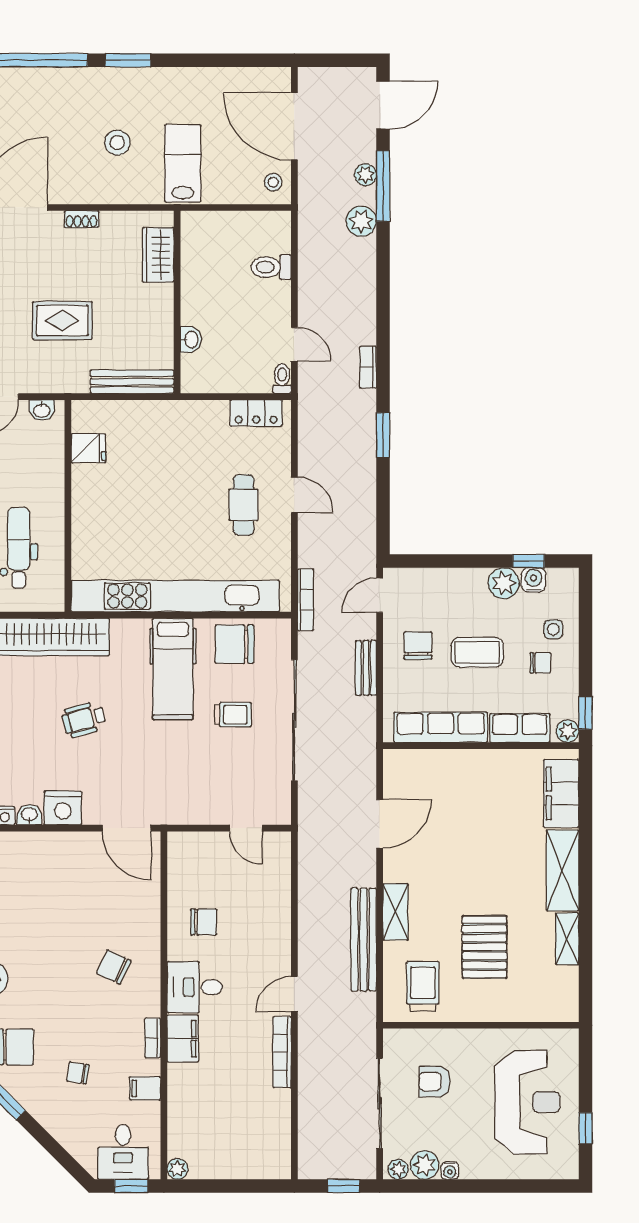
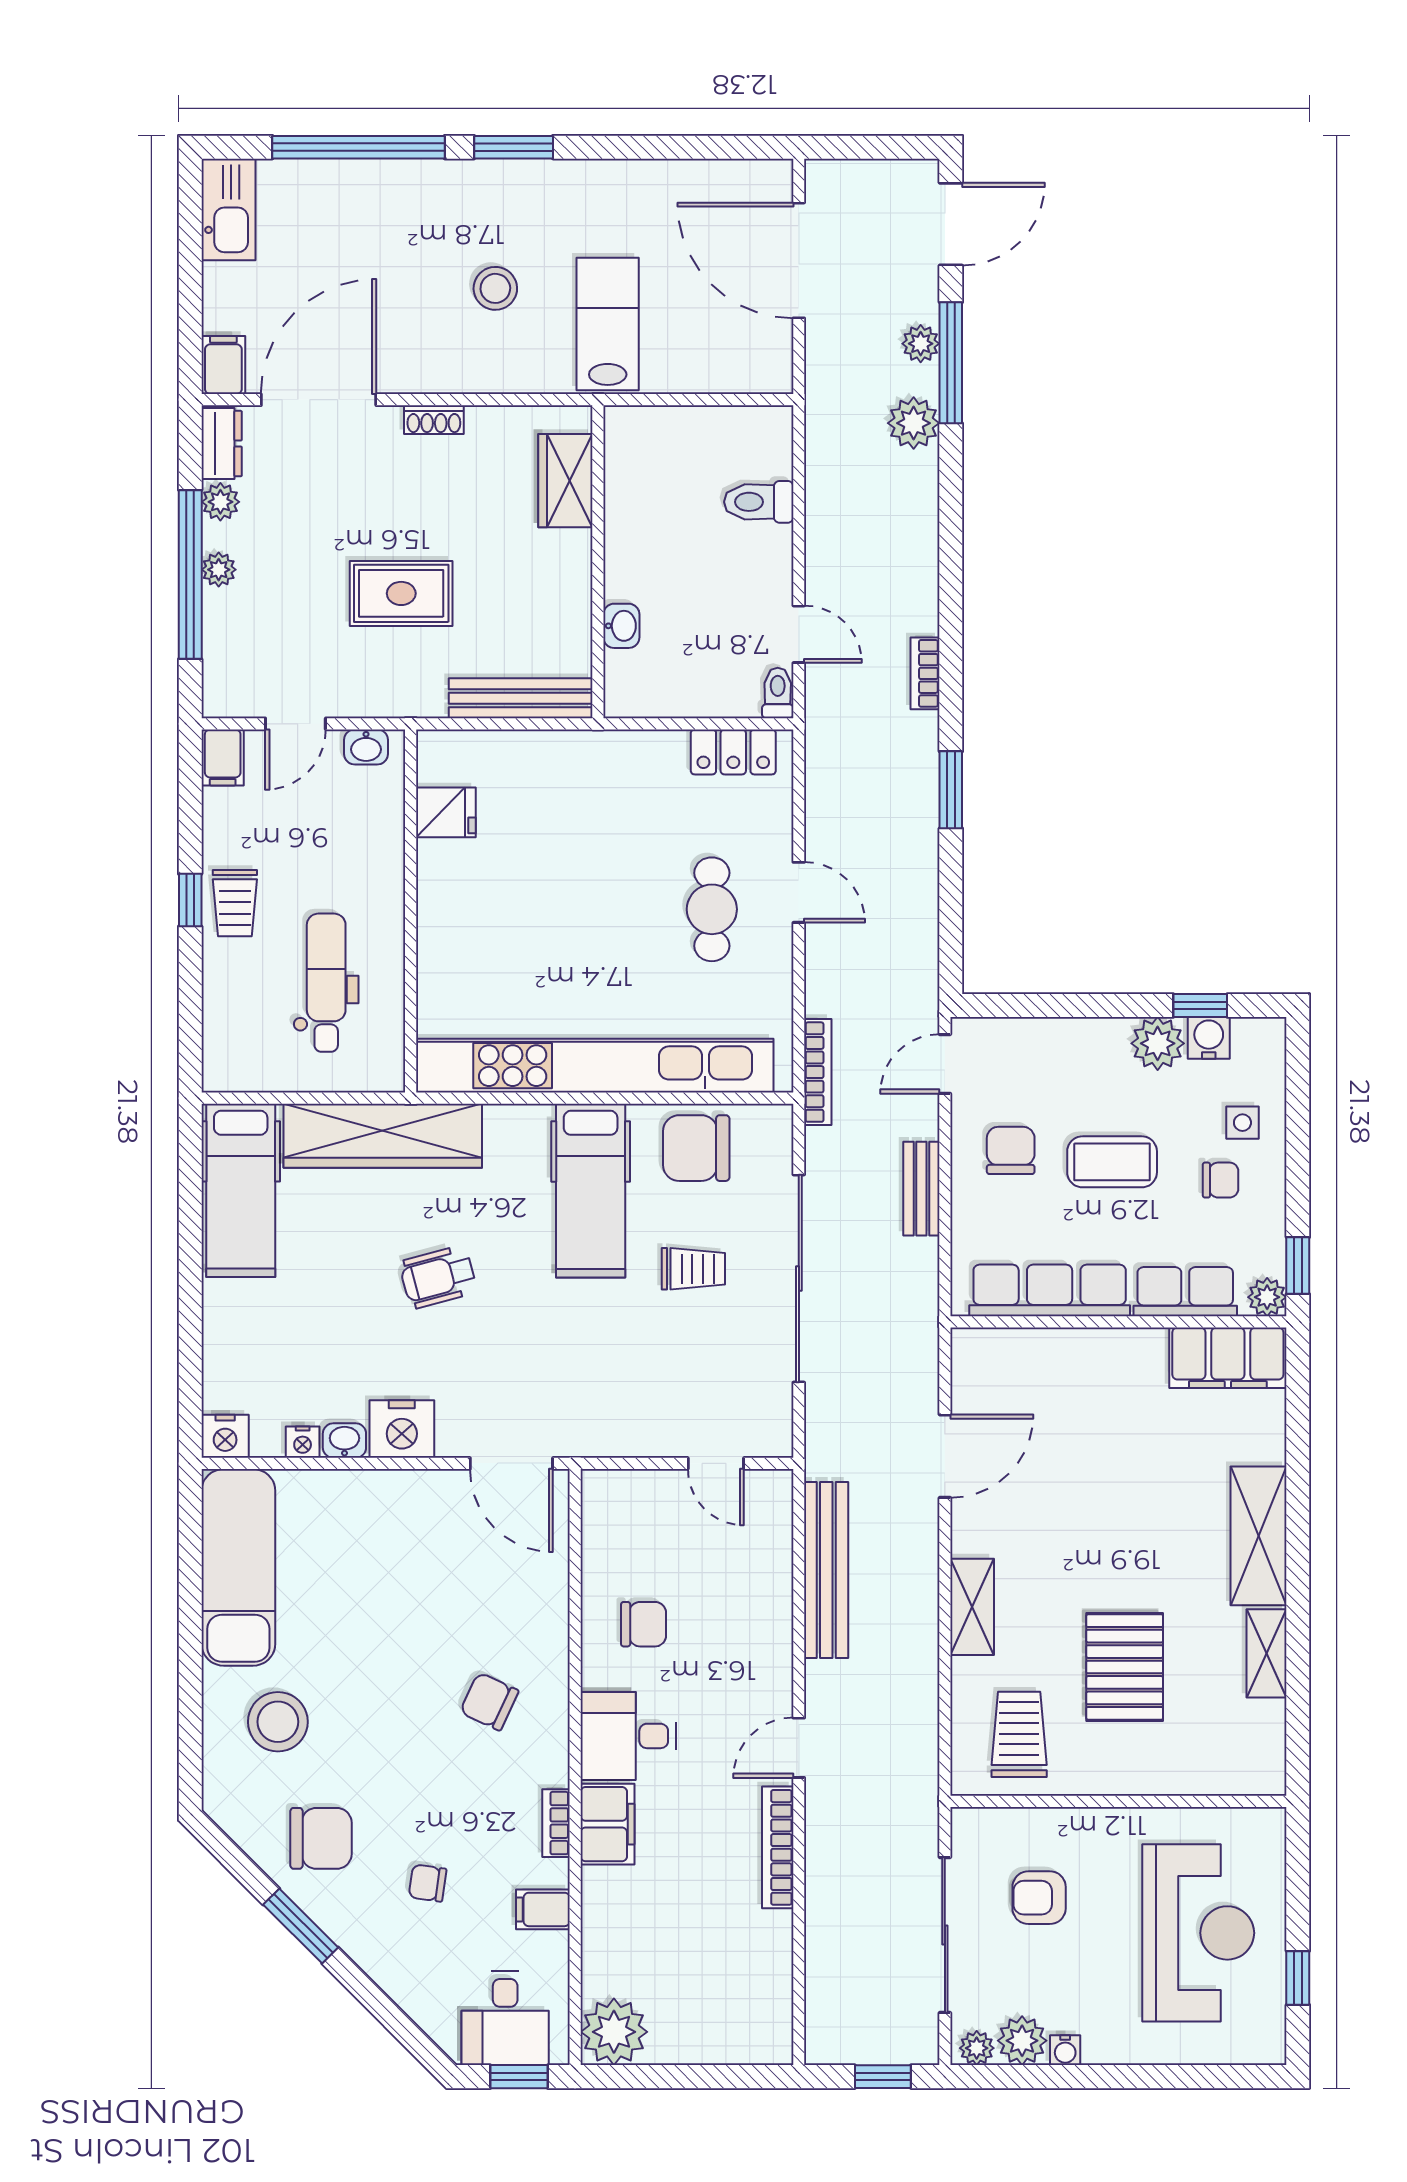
stool: (273, 182) -> (763, 356), removed
filing cabinet: (561, 794) -> (1228, 1358), moved, turned -90
bench: (364, 940) -> (826, 1570), moved
plant: (177, 1169) -> (614, 2032), width x1.88, depth x1.88

